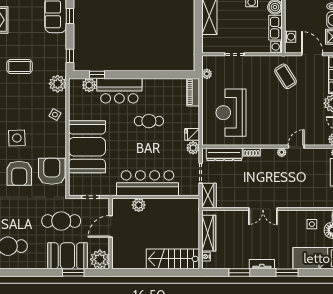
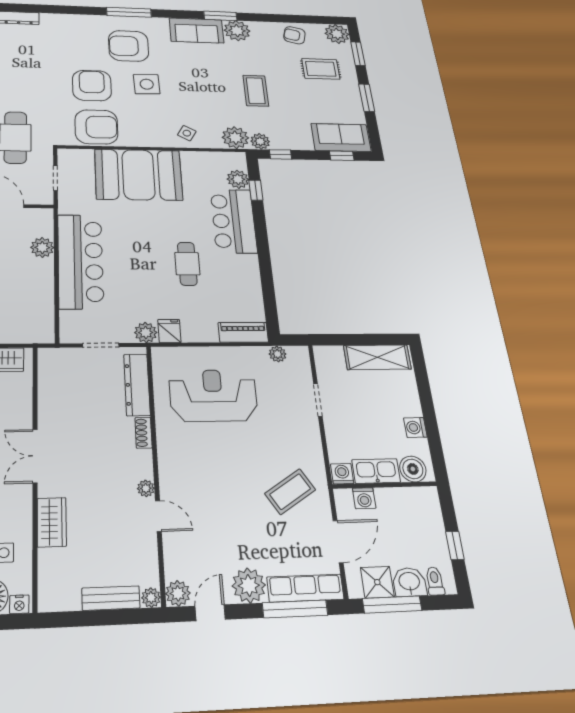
plant: (60, 68) -> (260, 141), added
armchair: (19, 173) -> (92, 86), turned 90
wardrobe: (209, 195) -> (52, 522), moved, turned -90

